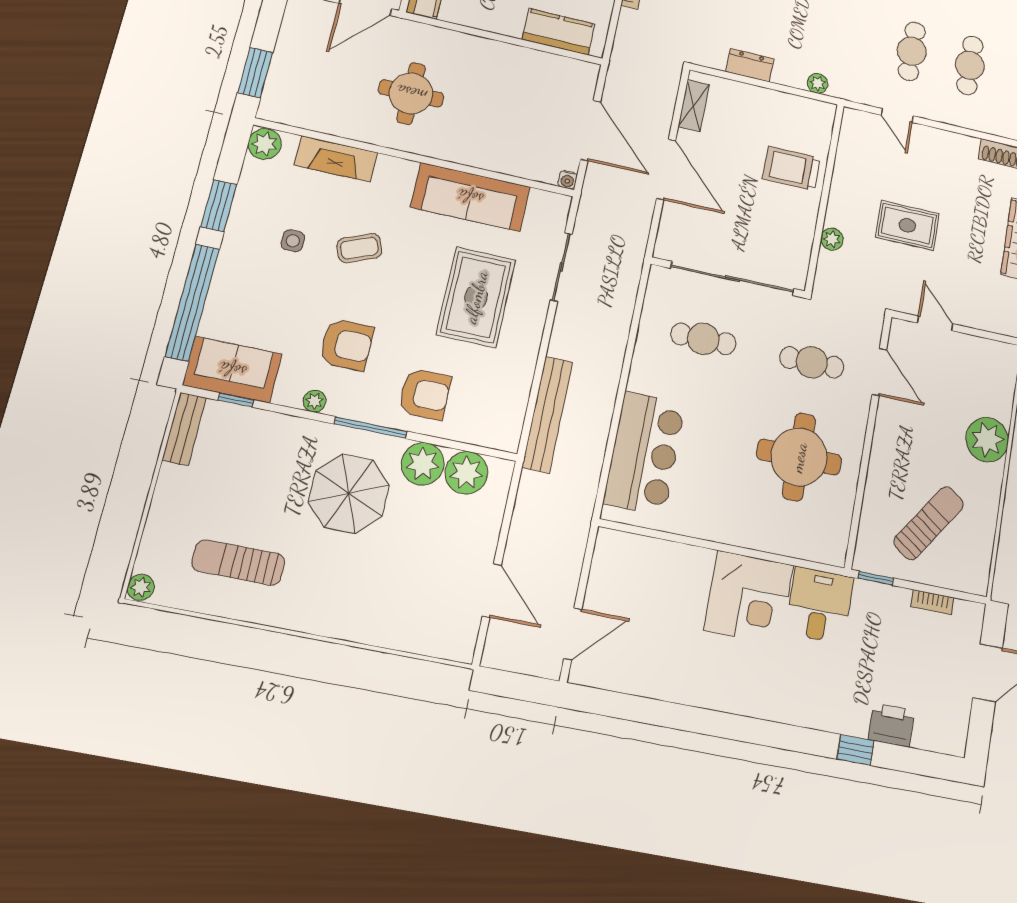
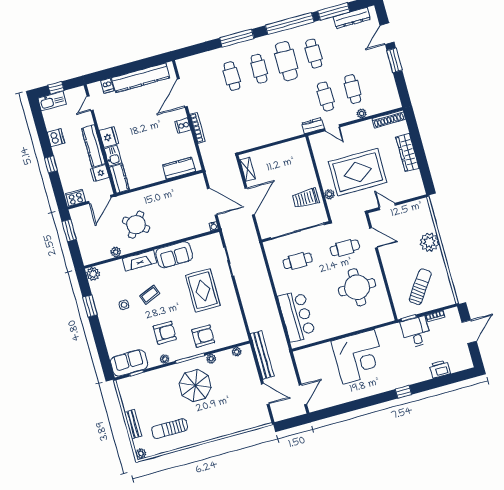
dresser: (750, 65) -> (313, 126), moved
window: (255, 73) -> (69, 230), moved
plant: (818, 83) -> (362, 113), moved
round table: (411, 93) -> (136, 225), turned 37
plant: (338, 125) -> (116, 252), added
fireplace: (336, 159) -> (140, 261), moved
trolley: (791, 168) -> (306, 198), moved
door: (666, 169) -> (250, 201), hinge flipped
sofa: (470, 197) -> (174, 255), width x0.73
rug: (907, 225) -> (358, 172), width x1.86, depth x2.06
window: (192, 302) -> (101, 346), removed
bench: (547, 414) -> (262, 355), moved
bench: (184, 429) -> (133, 424), moved
plant: (423, 464) -> (211, 359), width x0.53, depth x0.53
plant: (466, 473) -> (237, 352), width x0.53, depth x0.53
corner desk: (749, 598) -> (359, 357), width x1.36, depth x1.36
desk: (819, 605) -> (416, 332), moved
window: (855, 750) -> (403, 392), moved

